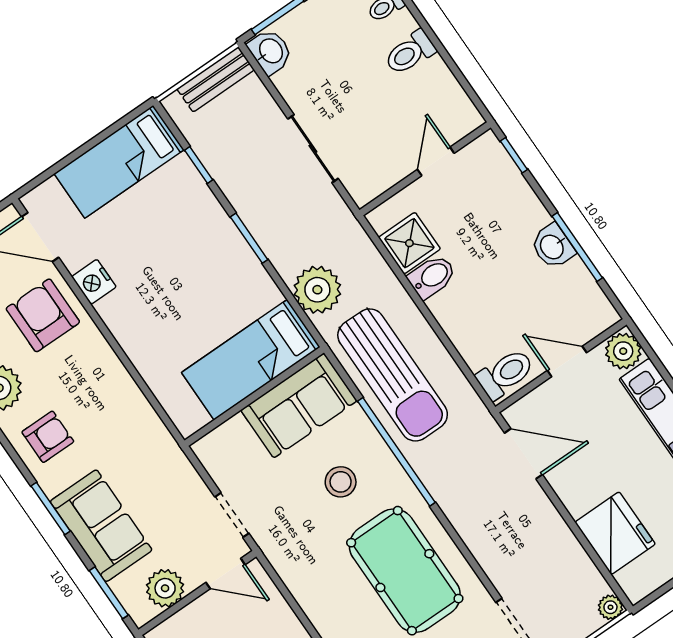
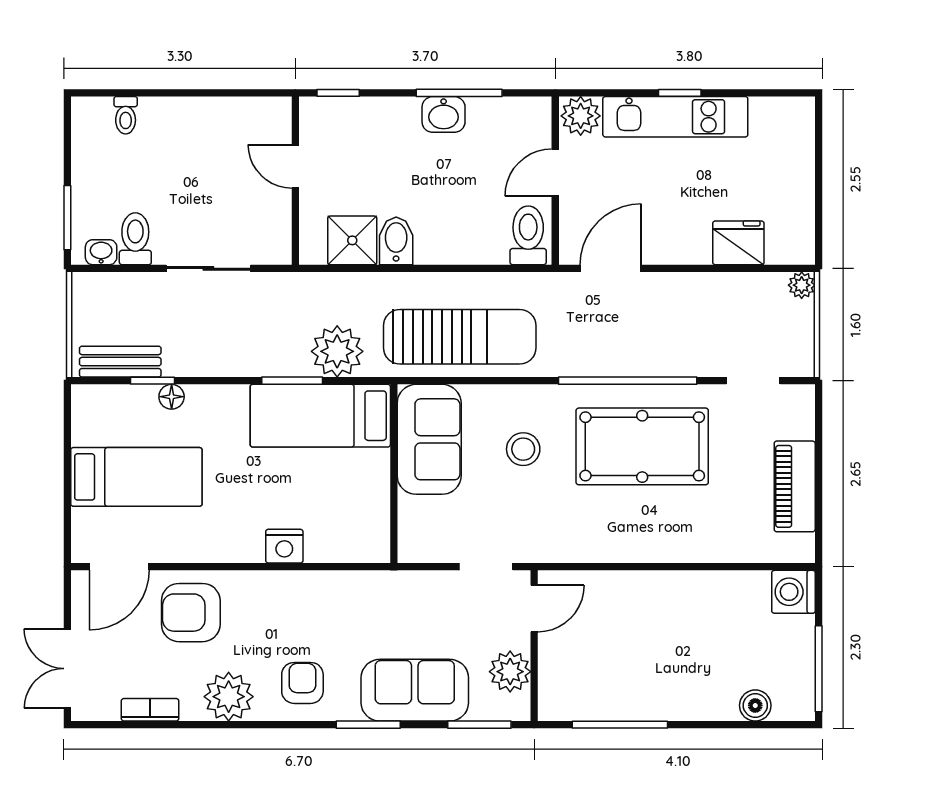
washbasin: (270, 51) -> (101, 252), width x0.72, depth x0.69
toilet: (410, 53) -> (135, 239), moved, turned 180
bench: (216, 79) -> (120, 362), moved, turned 90
bed: (119, 162) -> (136, 477), moved, turned -90
floor lamp: (196, 188) -> (172, 397), added
window: (249, 238) -> (292, 381), moved
nightstand: (94, 282) -> (284, 546), moved
bed: (251, 360) -> (320, 416), moved, turned 90
window: (396, 452) -> (628, 381), moved
fridge: (615, 533) -> (738, 243), width x0.73, depth x0.75

